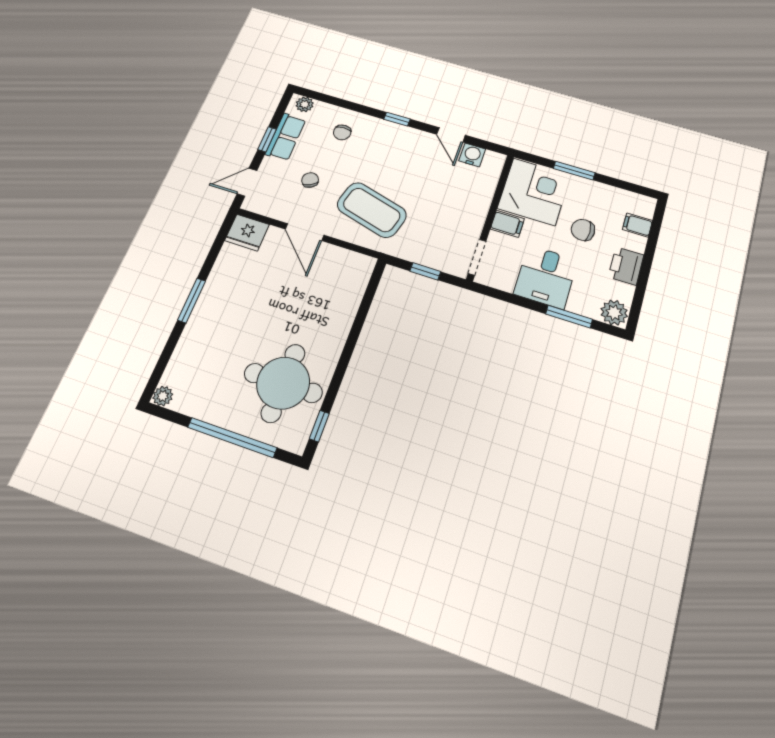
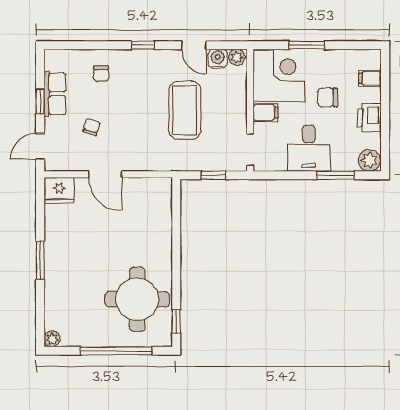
plant: (305, 104) -> (237, 57), moved
chair: (310, 180) -> (91, 127), turned 47
coffee table: (372, 210) -> (185, 110), moved, turned 75

